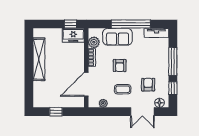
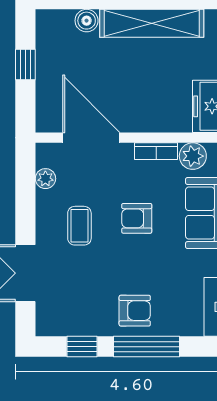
armchair: (148, 85) -> (135, 311), moved
boiler: (38, 86) -> (87, 21), added
floor lamp: (160, 103) -> (47, 314), removed

